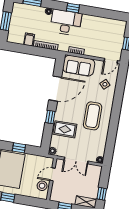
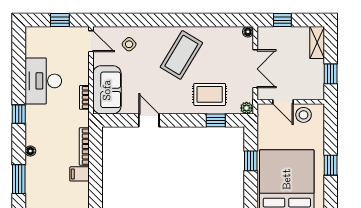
desk: (66, 22) -> (43, 81), moved
door: (55, 89) -> (149, 120), width x0.53
coffee table: (93, 116) -> (181, 55), turned -59
window: (50, 117) -> (216, 120), moved
rug: (65, 129) -> (210, 94), turned 90
window: (102, 194) -> (282, 20), moved

